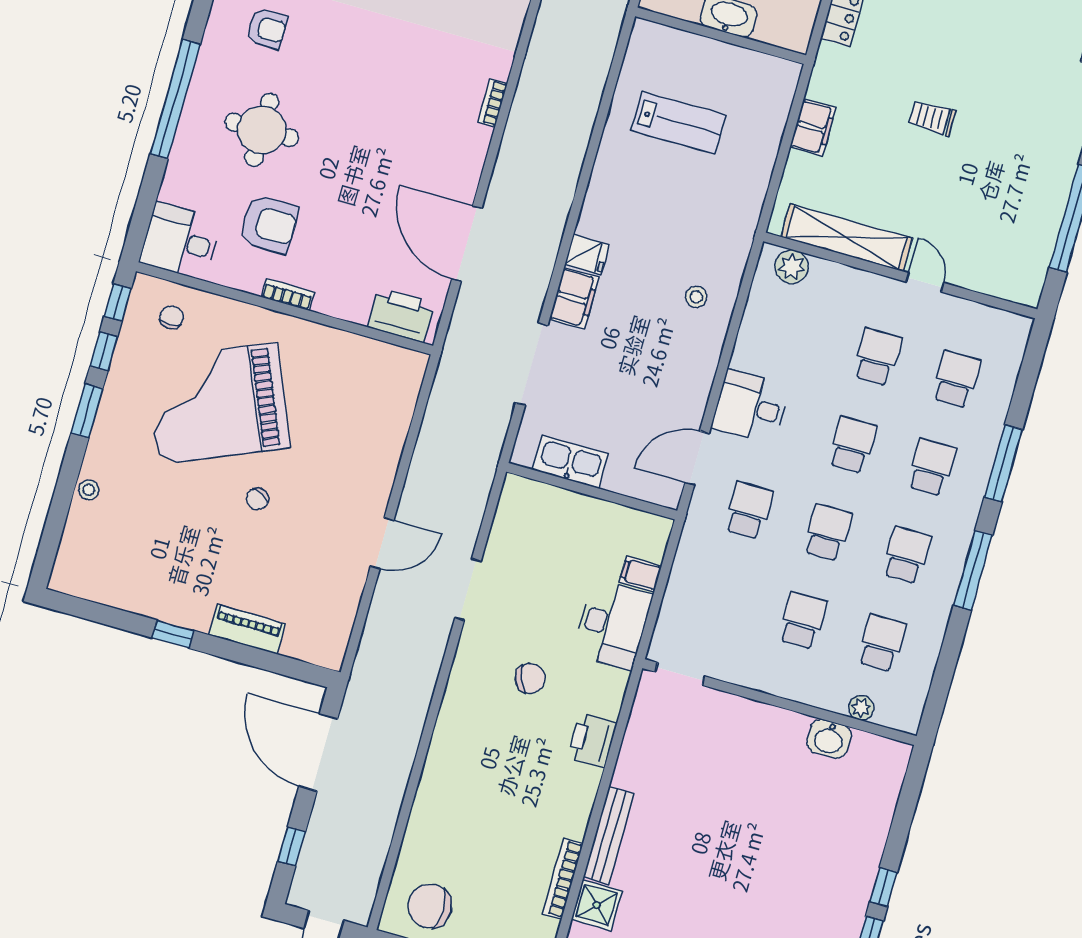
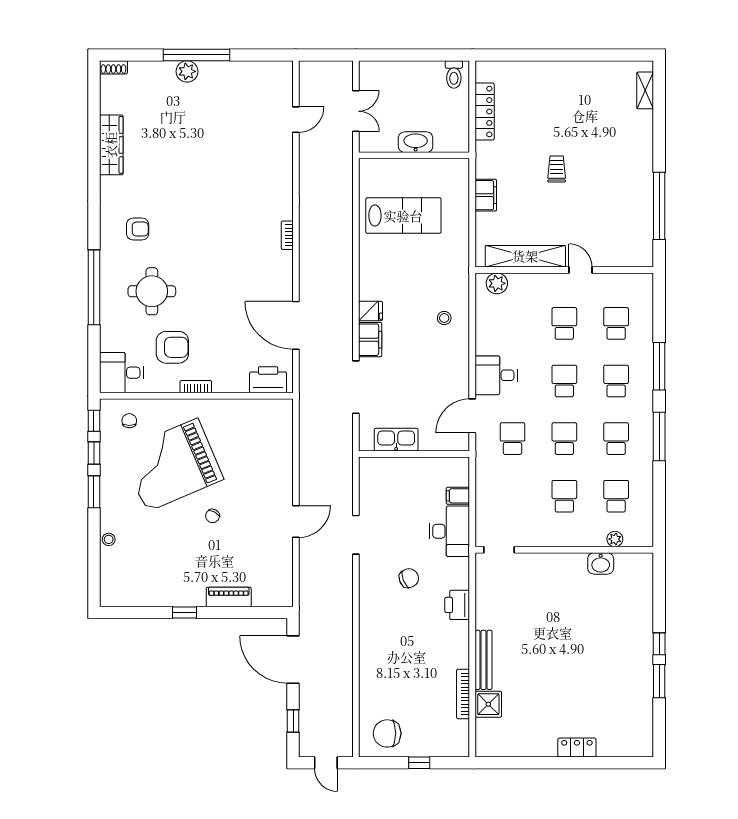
trolley: (932, 118) -> (557, 169), turned 90
lab bench: (678, 123) -> (403, 216), width x1.36, depth x1.39

